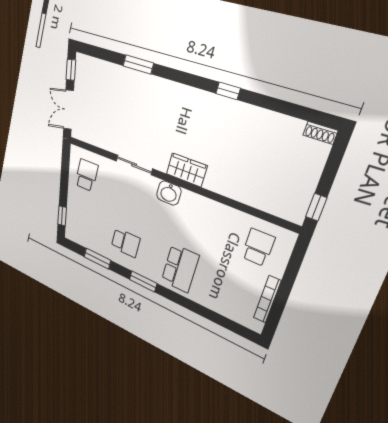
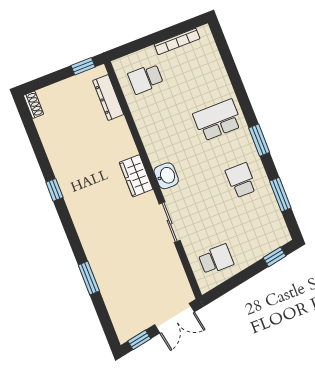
school desk: (87, 175) -> (216, 259), turned 180
dresser: (269, 204) -> (108, 98), added

